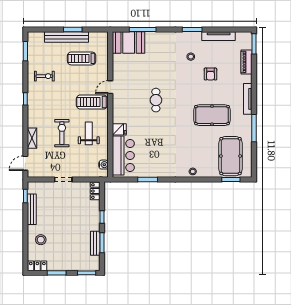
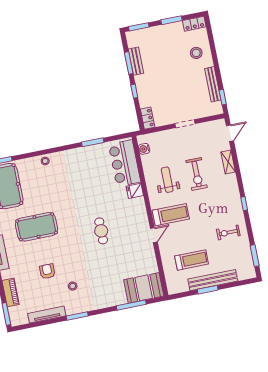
weight bench: (89, 133) -> (167, 180), turned 180

